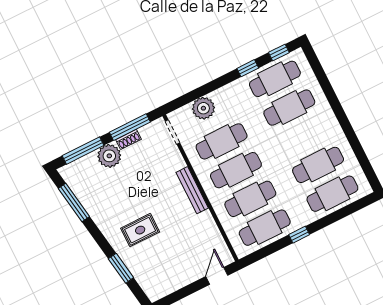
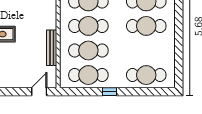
cafe table: (318, 165) -> (146, 26), moved
bench: (192, 190) -> (52, 48), moved

